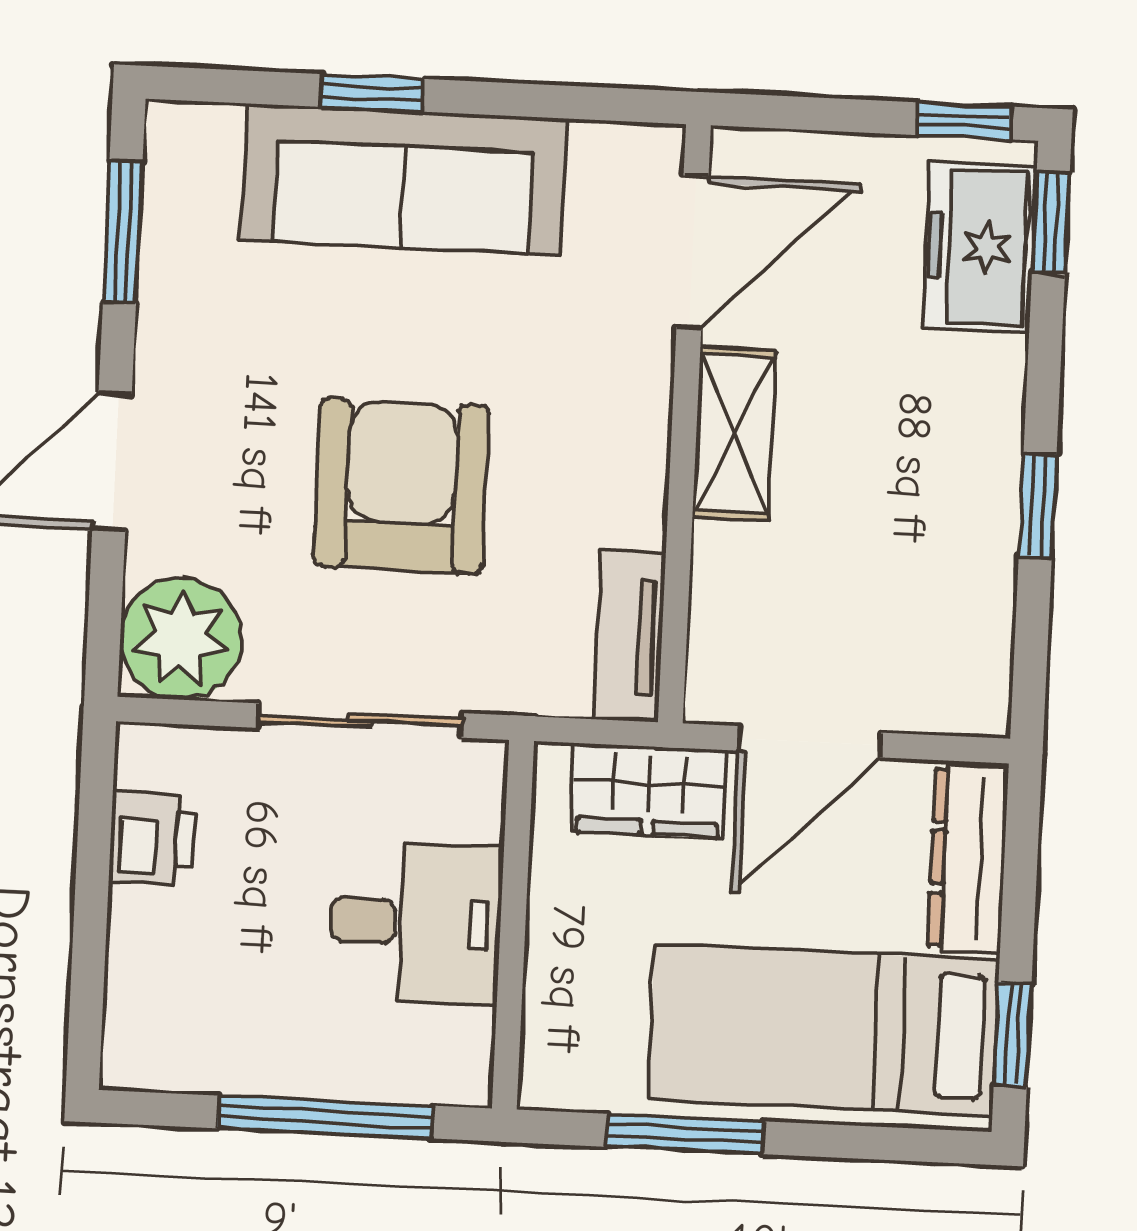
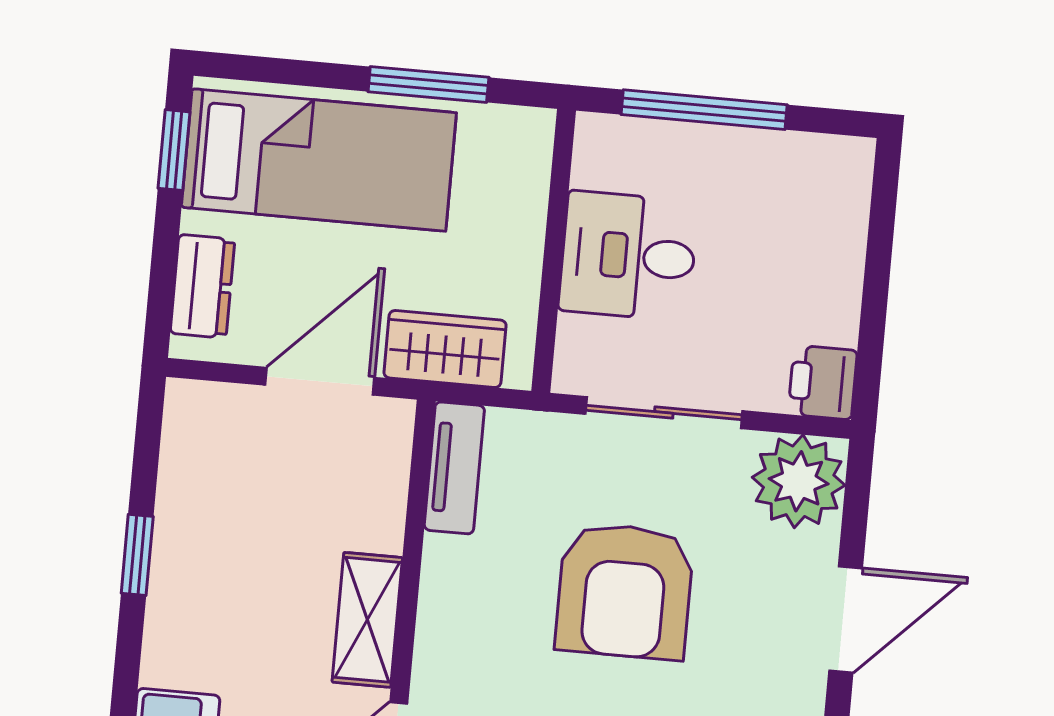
printer: (152, 838) -> (823, 382), moved
dresser: (968, 859) -> (202, 286), width x0.70

